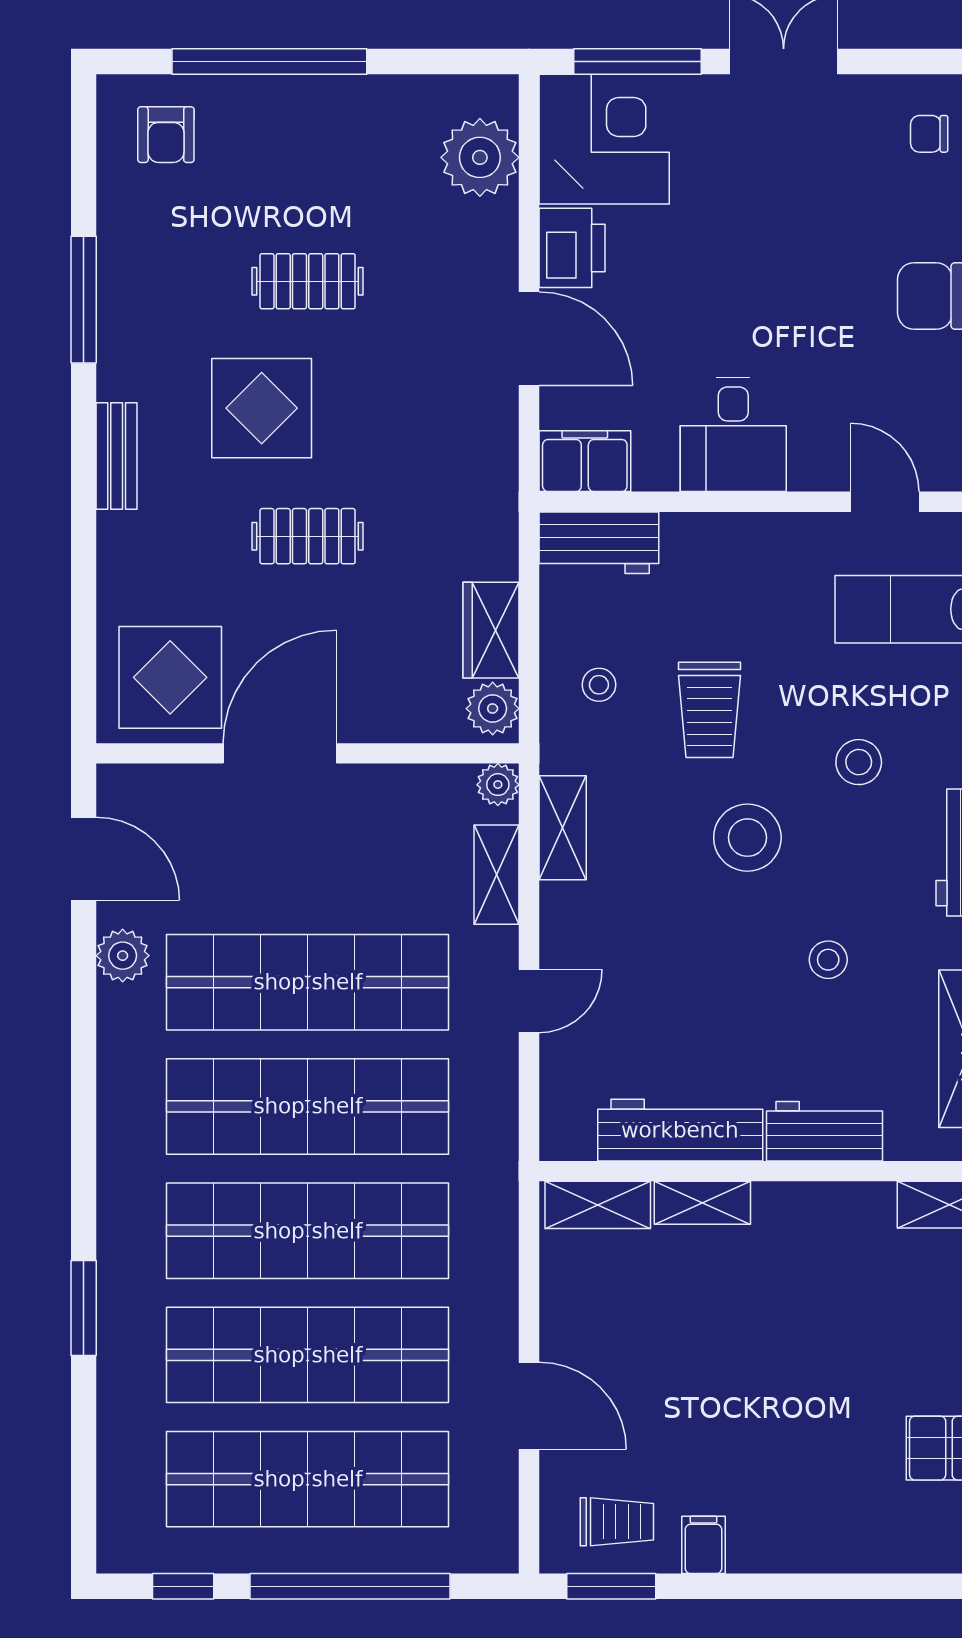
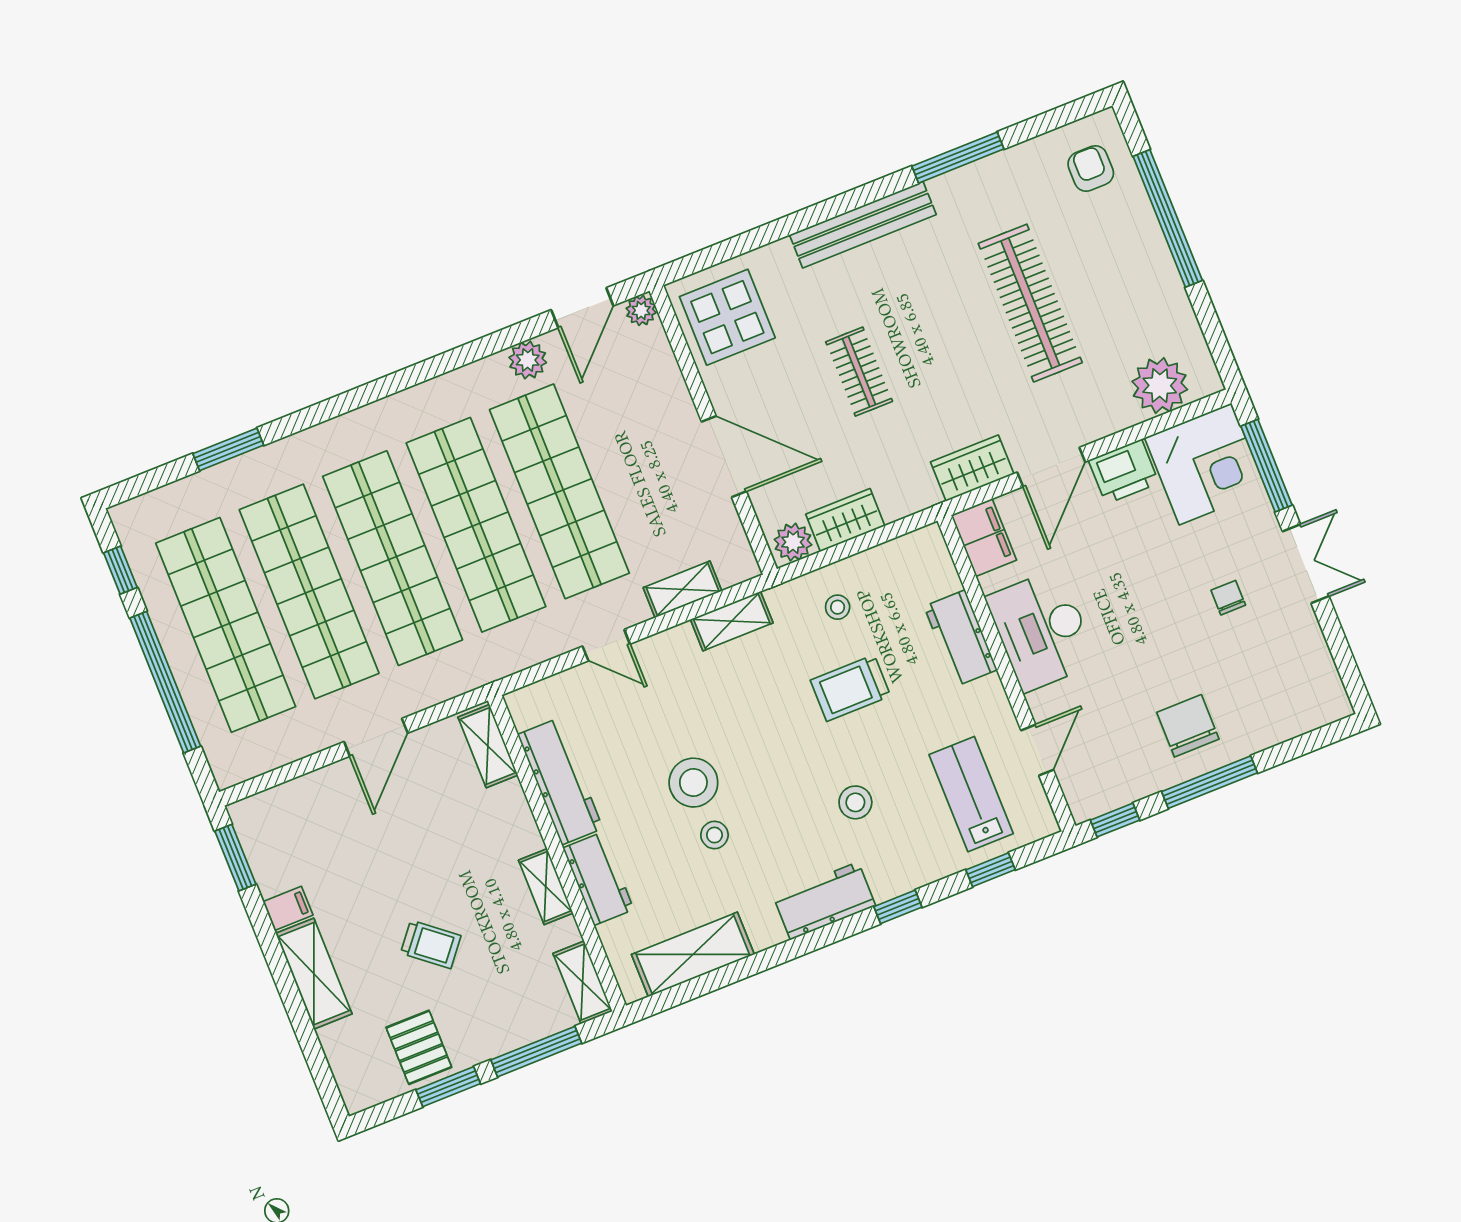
chair: (929, 134) -> (1228, 598), moved
armchair: (166, 135) -> (1091, 169), turned 90
clothes rail: (308, 281) -> (1030, 303), width x1.86, depth x1.31
display table: (262, 408) -> (933, 306), removed
desk: (733, 435) -> (1042, 630), width x1.37
wardrobe: (490, 441) -> (972, 468), added
bench: (117, 456) -> (863, 225), width x1.86, depth x1.21
workbench: (599, 543) -> (961, 638), moved
door: (280, 753) -> (724, 457), moved
plant: (498, 785) -> (641, 310), moved
stool: (747, 838) -> (693, 783), moved
shelving: (702, 1203) -> (546, 887), moved
window: (84, 1308) -> (228, 449), moved
door: (529, 1406) -> (376, 737), moved
trolley: (617, 1522) -> (431, 944), moved, turned -51
shelving: (800, 1545) -> (314, 974), added

